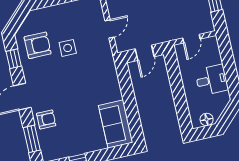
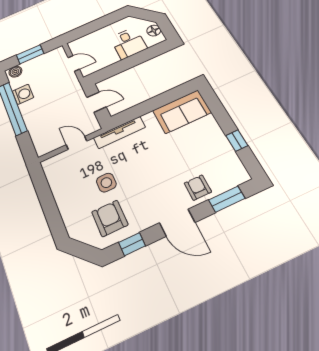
tv unit: (110, 67) -> (119, 132), added
desk: (212, 80) -> (128, 43), moved, turned 180

